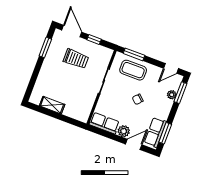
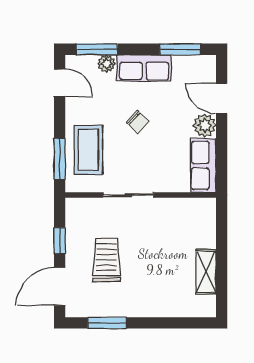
row of seats: (155, 132) -> (144, 68), moved

